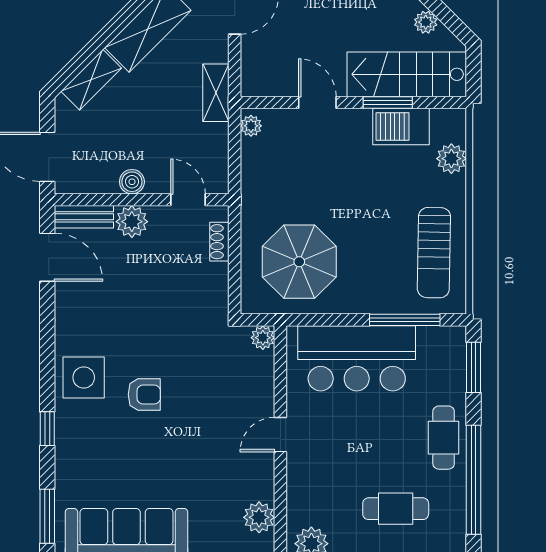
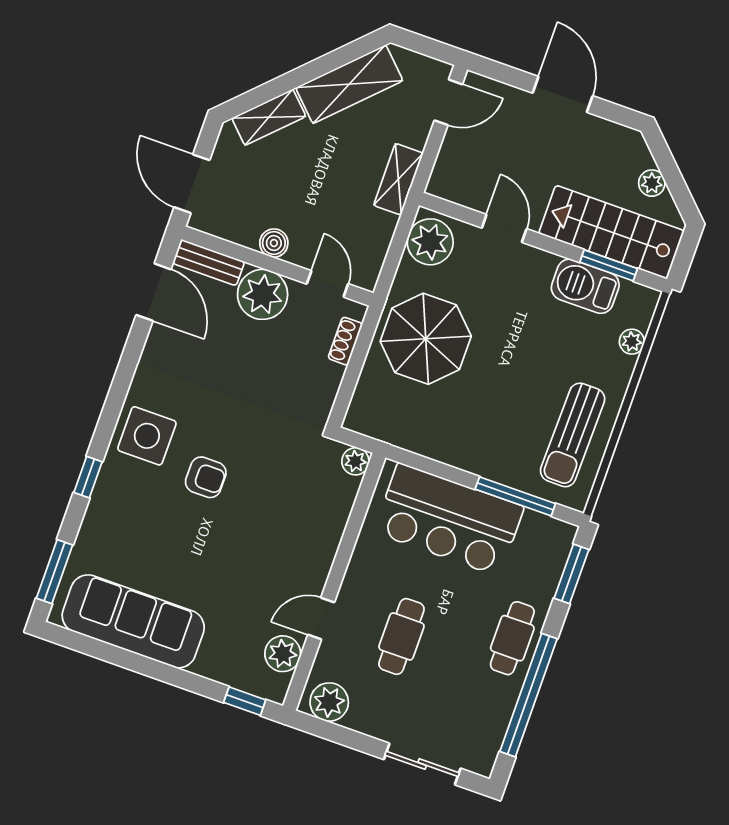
window: (388, 102) -> (609, 265), moved
plant: (251, 126) -> (430, 242), width x1.87, depth x1.87
plant: (451, 159) -> (632, 342), width x0.73, depth x0.73
plant: (132, 222) -> (263, 294), width x1.36, depth x1.36
parasol: (299, 262) -> (426, 339), moved
door: (280, 435) -> (321, 618), moved
cafe table: (396, 509) -> (401, 636), moved, turned 90

